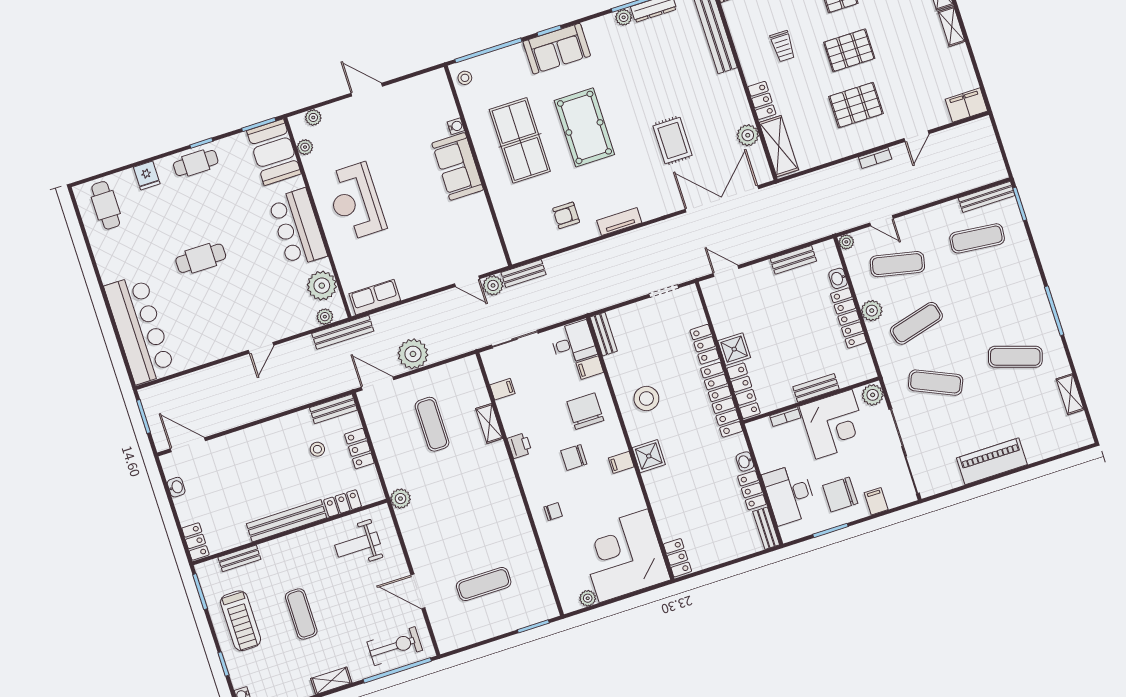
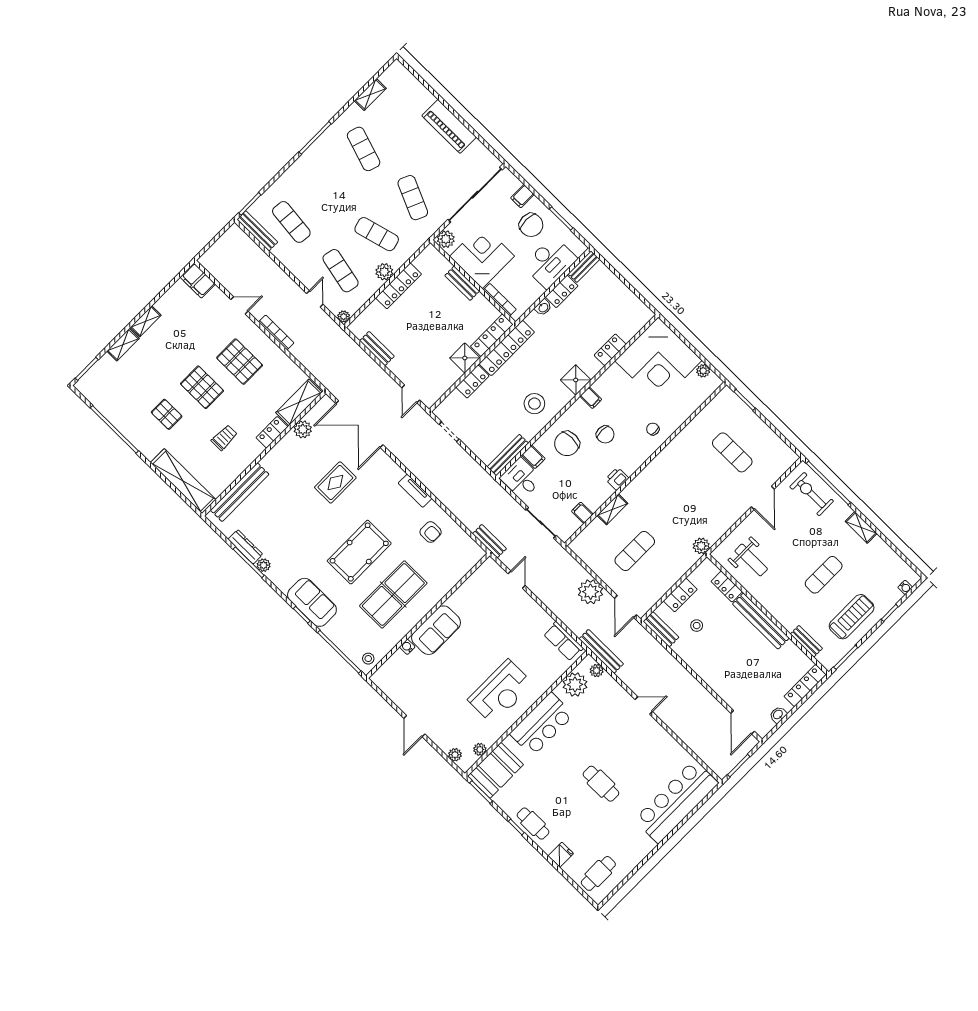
bookcase: (875, 158) -> (276, 332), width x1.56
washbasin: (838, 278) -> (373, 309), removed
plant: (493, 285) -> (510, 559), removed
bench: (604, 334) -> (508, 455), width x1.36
bookcase: (785, 417) -> (500, 300), width x1.56
locker: (195, 541) -> (805, 685), width x1.53
locker: (677, 558) -> (610, 350), moved

